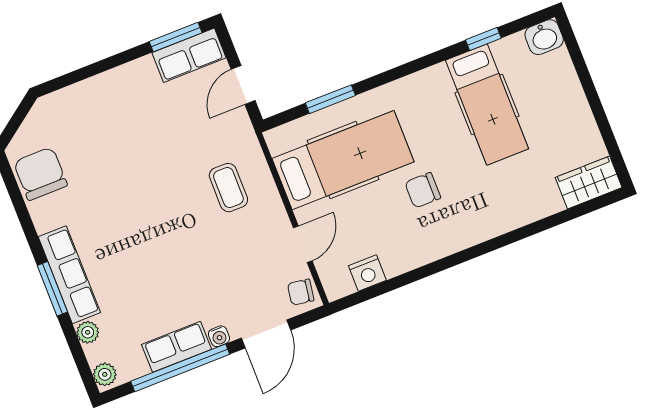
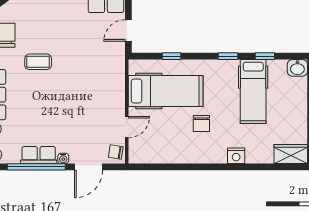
window: (423, 63) -> (228, 56), added
window: (330, 99) -> (172, 56), width x0.67
coffee table: (228, 188) -> (38, 62), moved, turned 90
chair: (423, 190) -> (201, 124), turned -90
nightstand: (367, 273) -> (236, 156), moved

